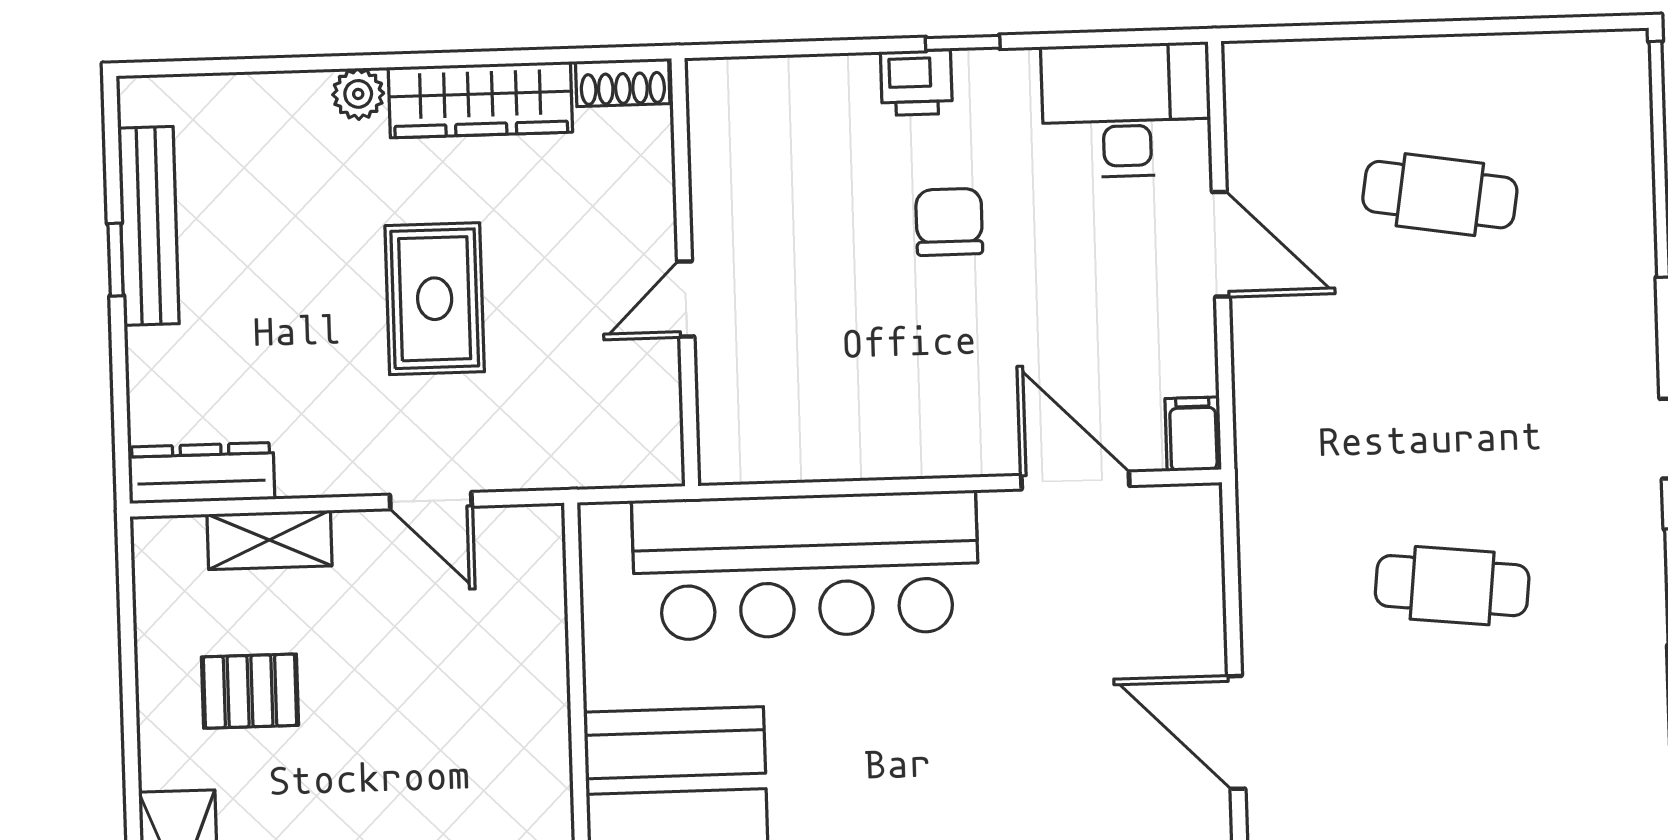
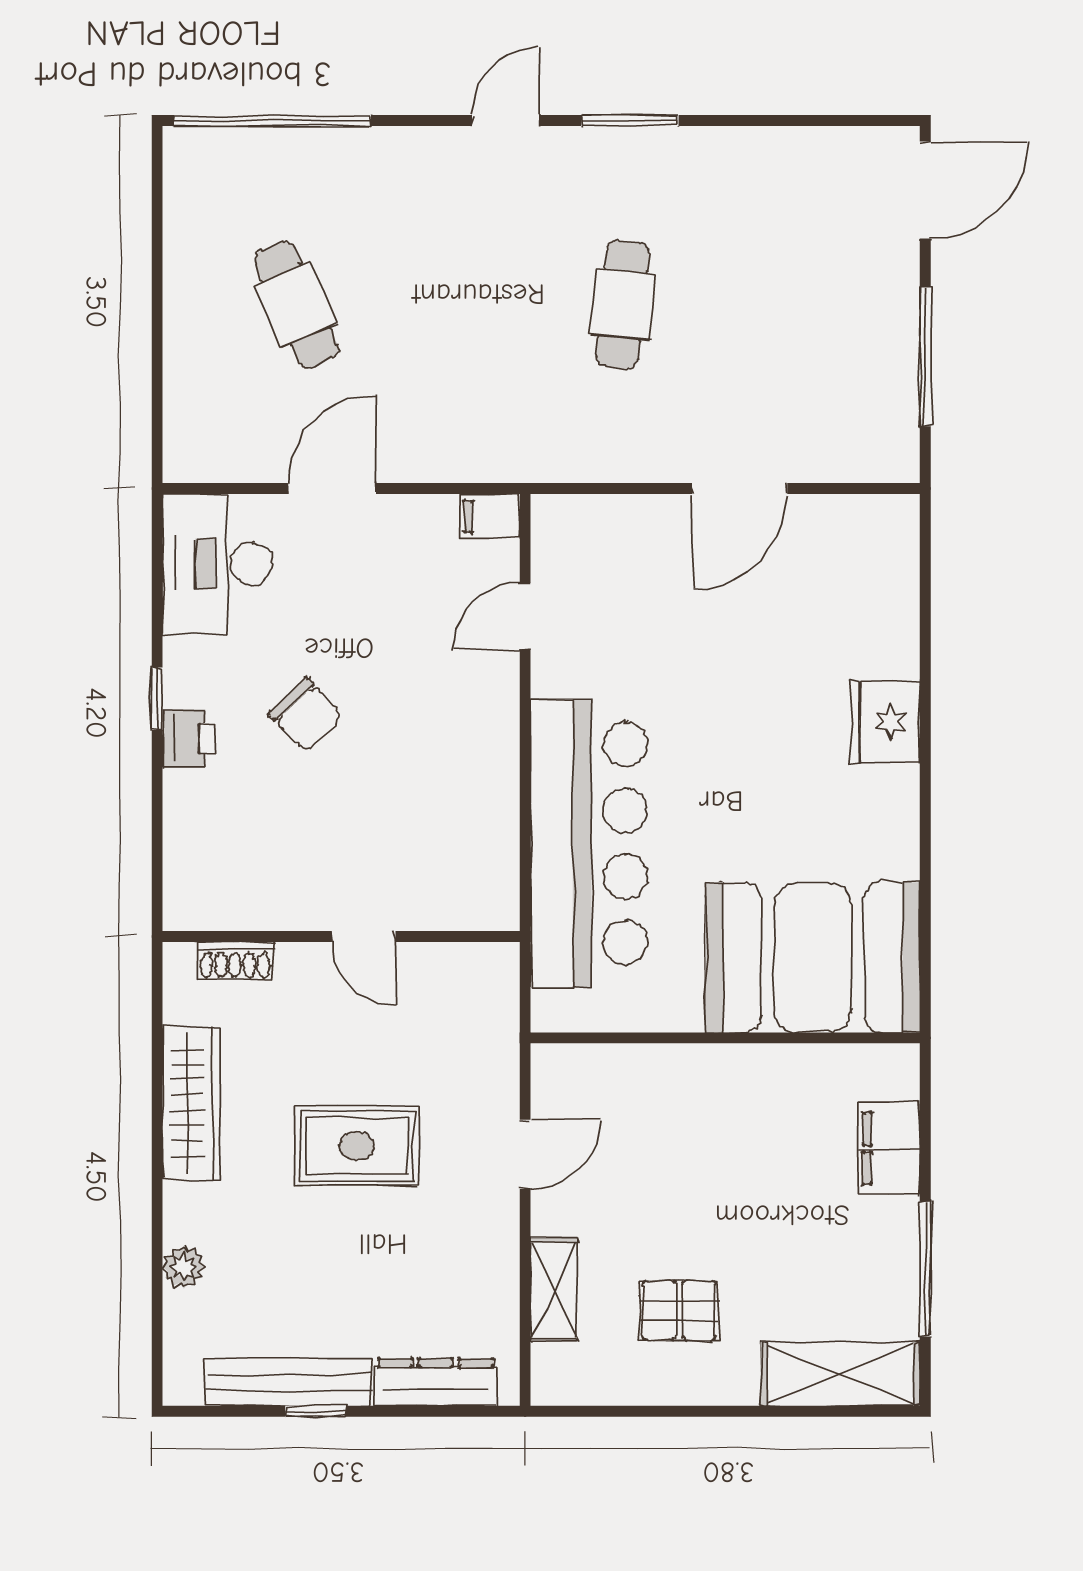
shoe rack: (623, 83) -> (235, 961), moved, turned 90
plant: (358, 94) -> (184, 1267), moved
cafe table: (1440, 195) -> (296, 304), turned -33
chair: (949, 222) -> (306, 715), turned -133
dresser: (201, 473) -> (436, 1382), moved, turned 90
door: (1075, 480) -> (525, 616), width x0.73
pallet: (250, 691) -> (679, 1310), turned 90

